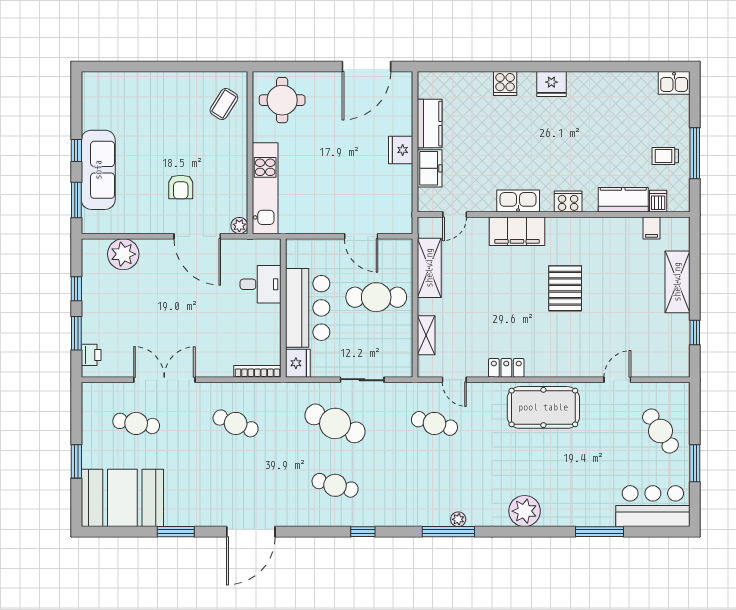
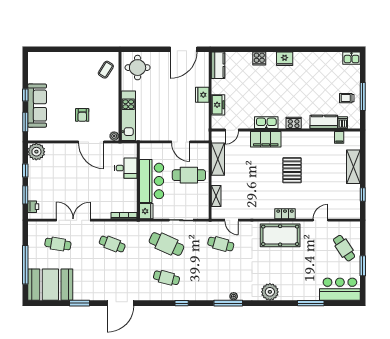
kitchen counter: (430, 124) -> (218, 65), moved
plant: (123, 254) -> (36, 152), moved
locker: (506, 368) -> (285, 214), moved
window: (76, 461) -> (25, 265), width x2.11

